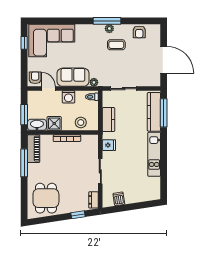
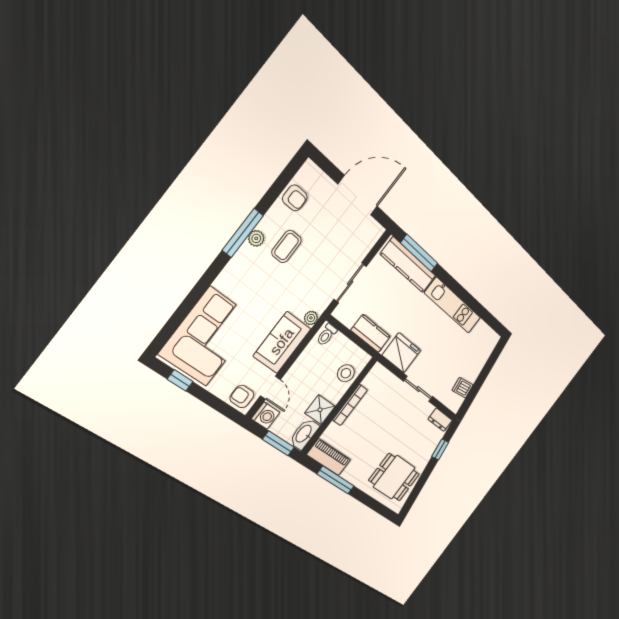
door: (48, 89) -> (270, 388), swing flipped
washing machine: (68, 97) -> (266, 416), moved
fridge: (109, 145) -> (401, 353), width x1.88, depth x1.34

